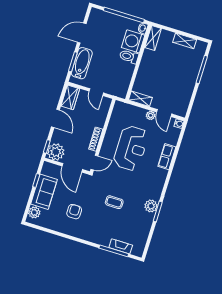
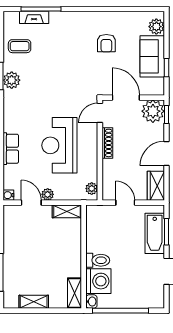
plant: (117, 110) -> (92, 189), added
door: (55, 118) -> (166, 153), hinge flipped
coffee table: (114, 202) -> (20, 46), moved

